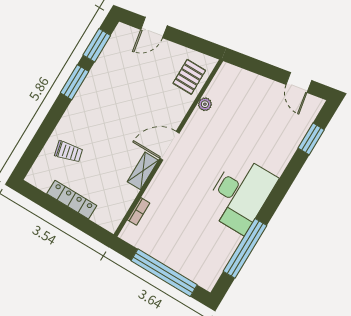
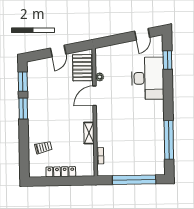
door: (154, 28) -> (58, 51), moved
pallet: (189, 77) -> (82, 68), width x1.50, depth x1.42
door: (299, 83) -> (142, 34), hinge flipped
door: (170, 146) -> (94, 96), moved
desk: (240, 194) -> (148, 78), moved

